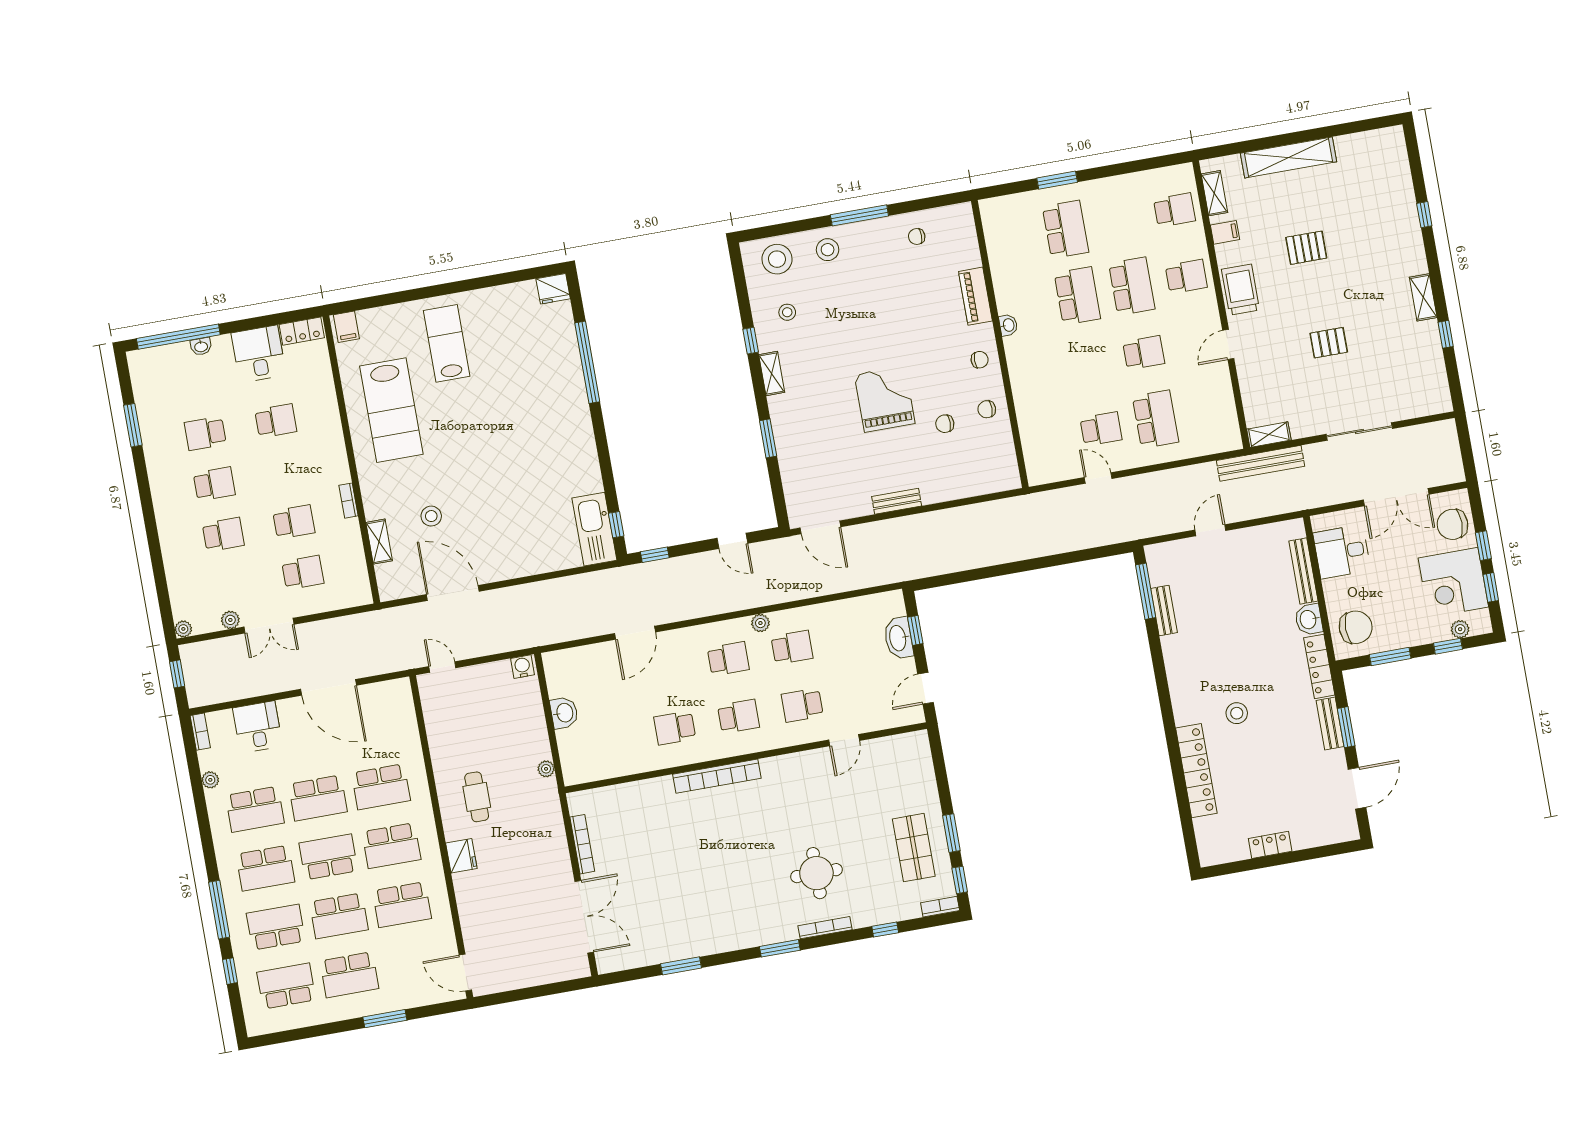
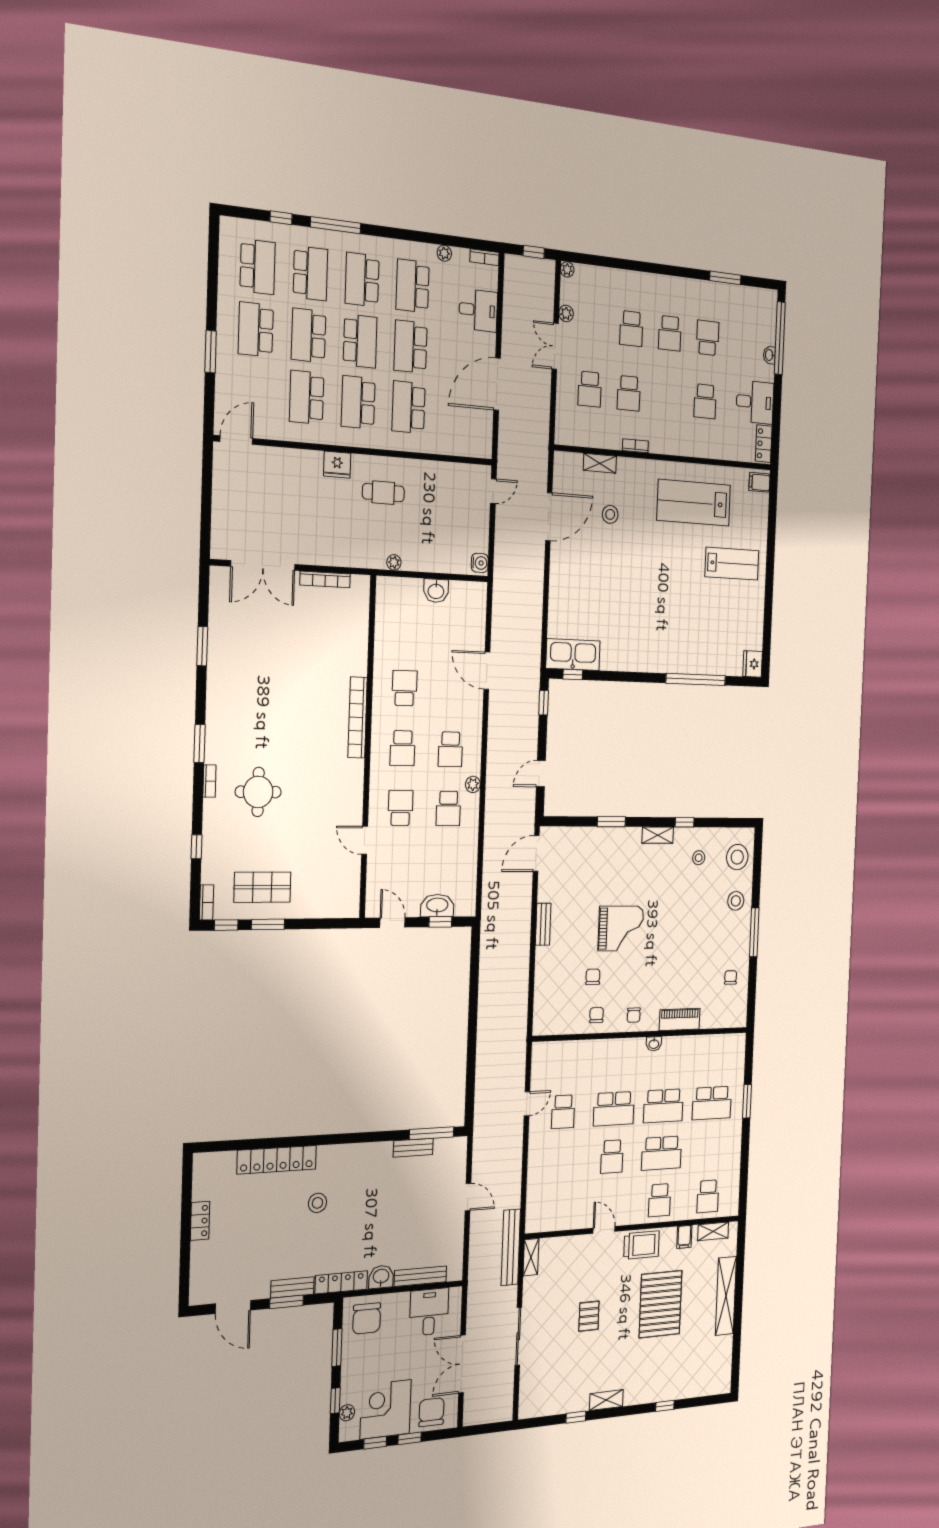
pallet: (1306, 248) -> (661, 1304), width x2.05, depth x2.00
school desk: (1155, 419) -> (614, 1109), moved
bookcase: (825, 928) -> (209, 781), width x0.64

